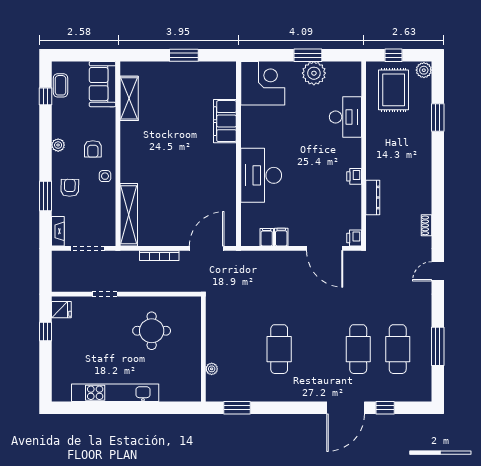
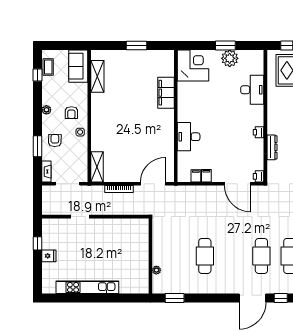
desk: (261, 175) -> (189, 137), width x0.73, depth x0.77
shelving: (129, 215) -> (97, 167), width x0.68
fridge: (61, 310) -> (49, 256), moved
round table: (152, 331) -> (113, 243), removed

